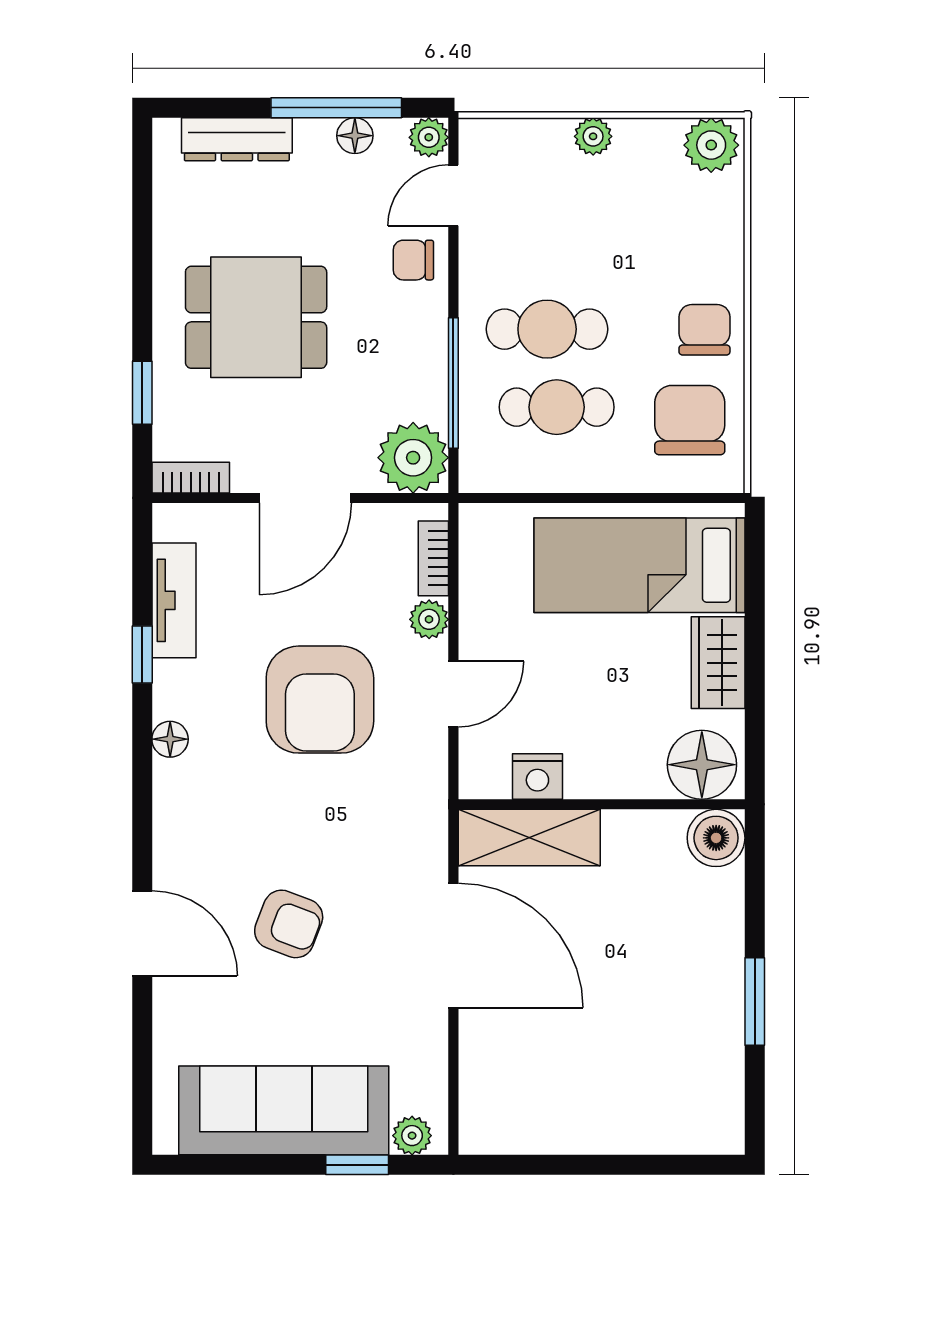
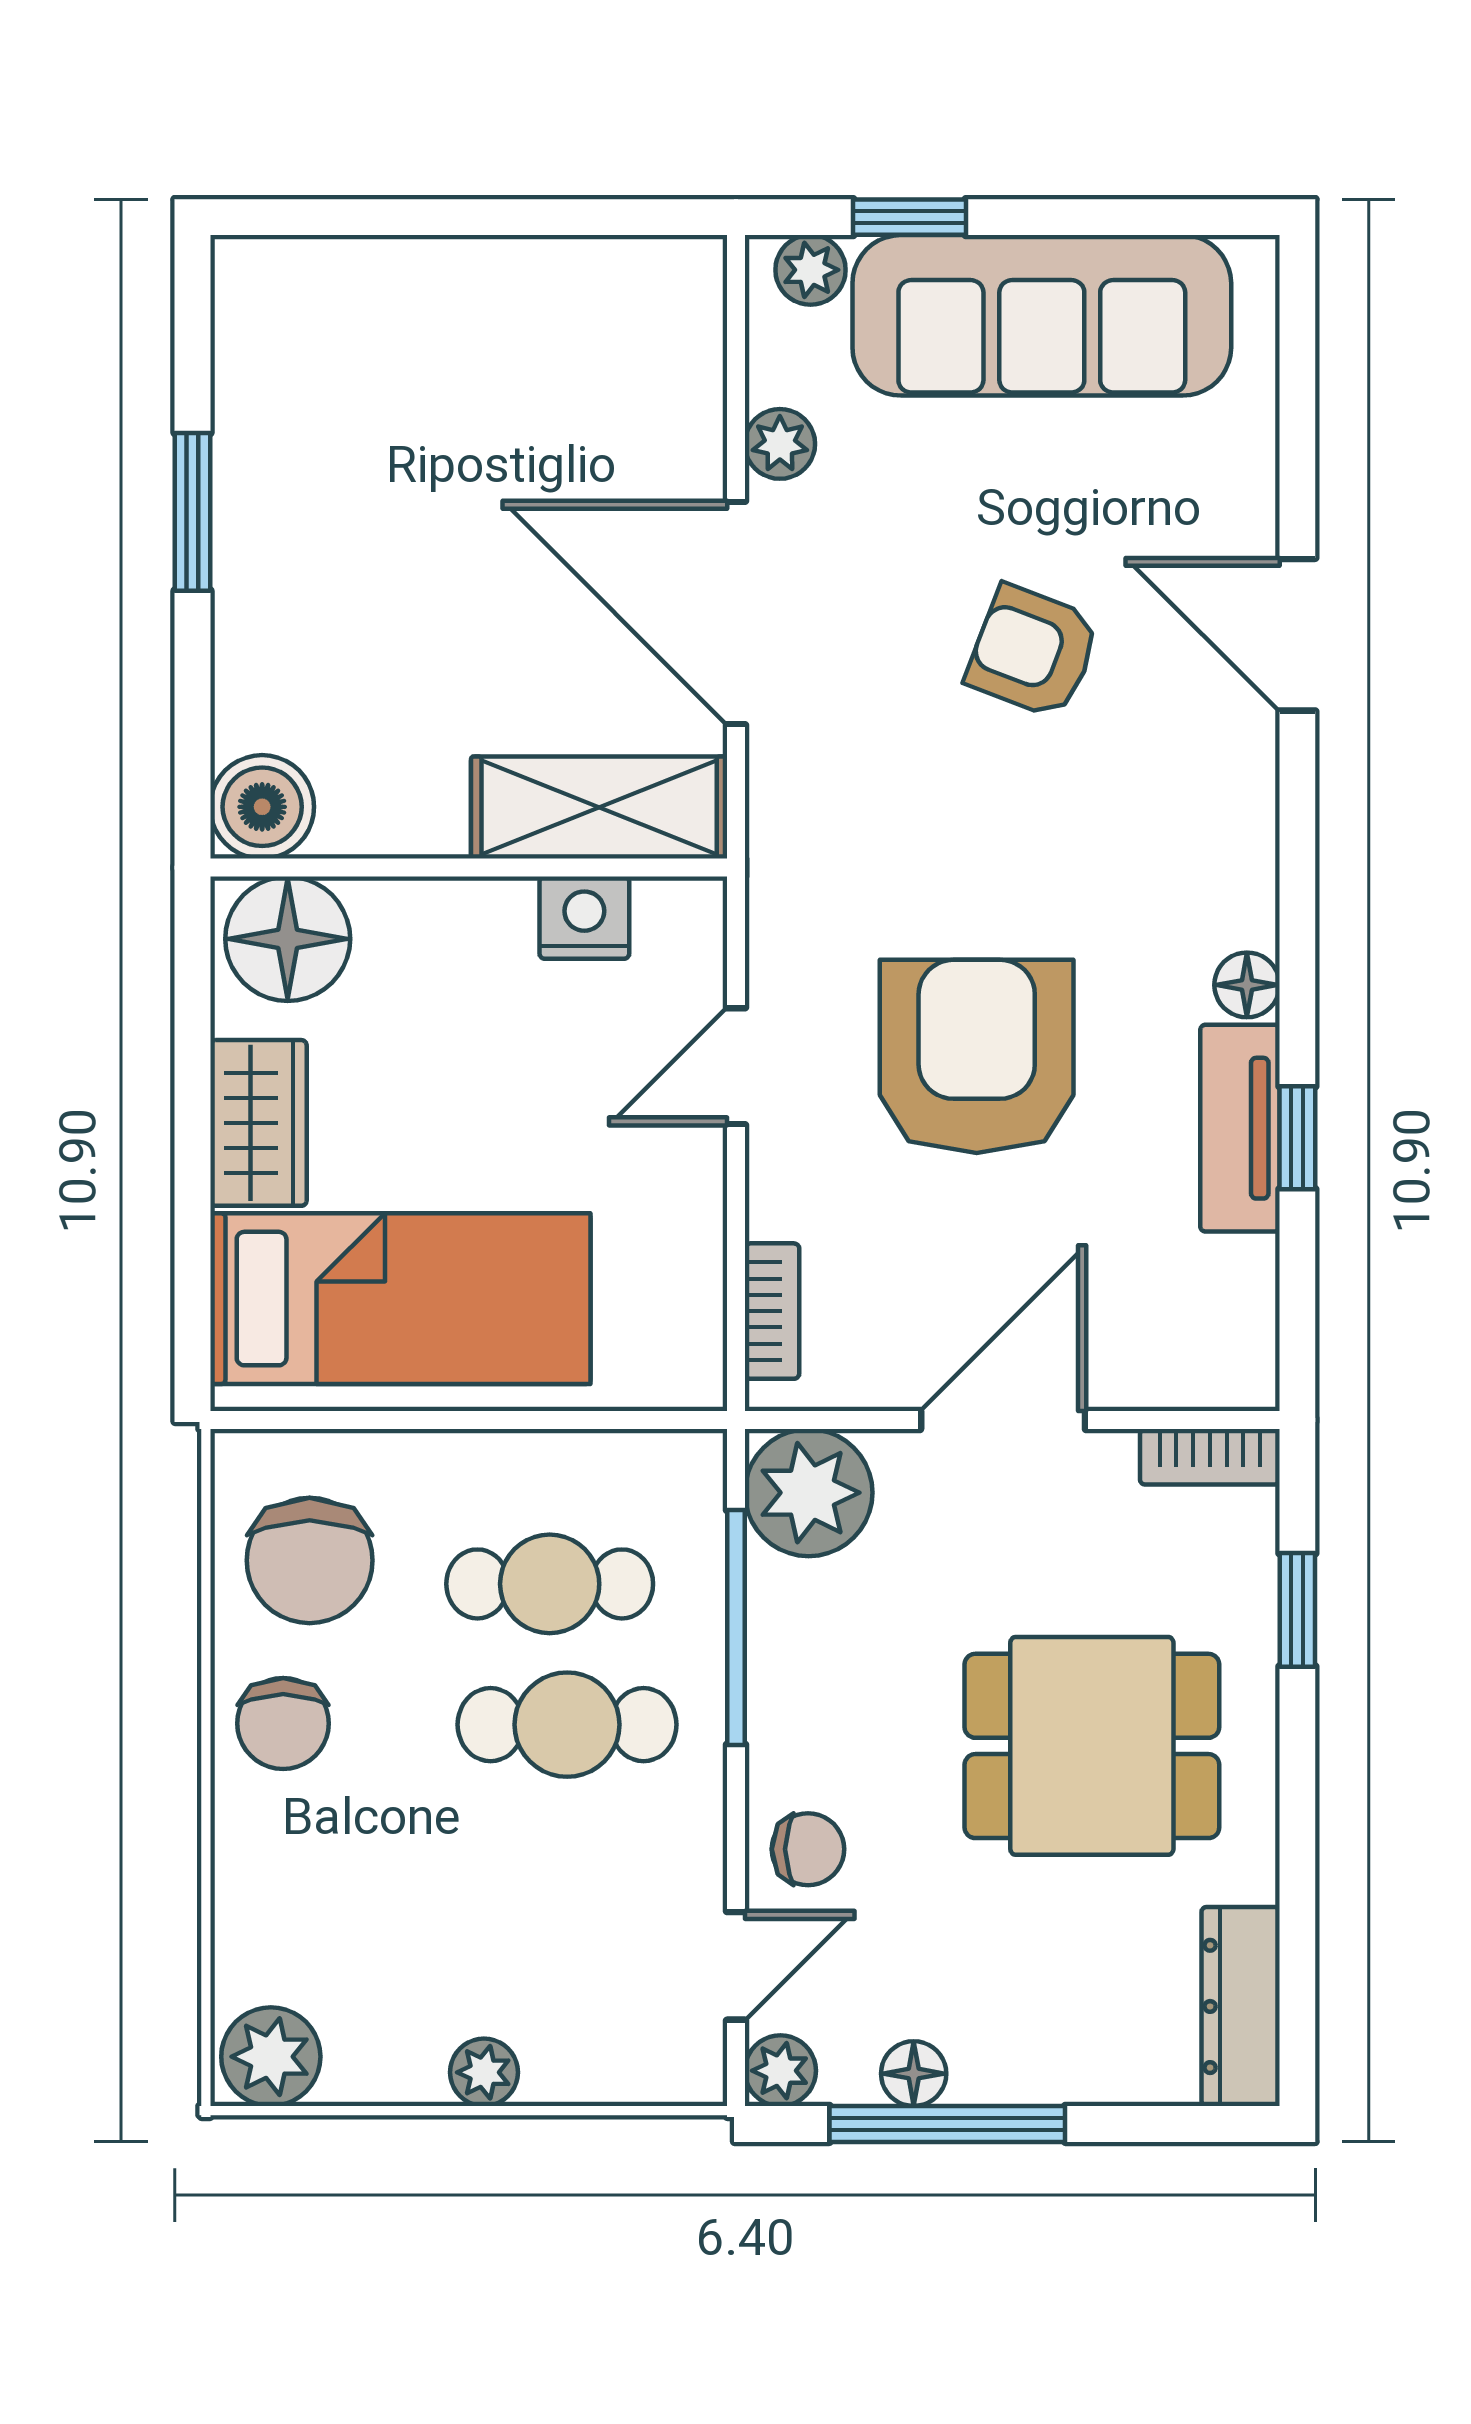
dresser: (237, 139) -> (1241, 2006), moved, turned -90
tv unit: (174, 600) -> (1240, 1128), moved
plant: (429, 619) -> (780, 444), moved

